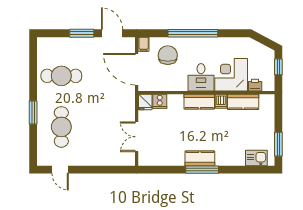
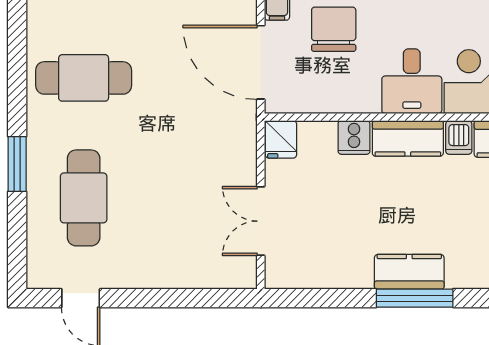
cooker: (160, 101) -> (354, 137), moved

